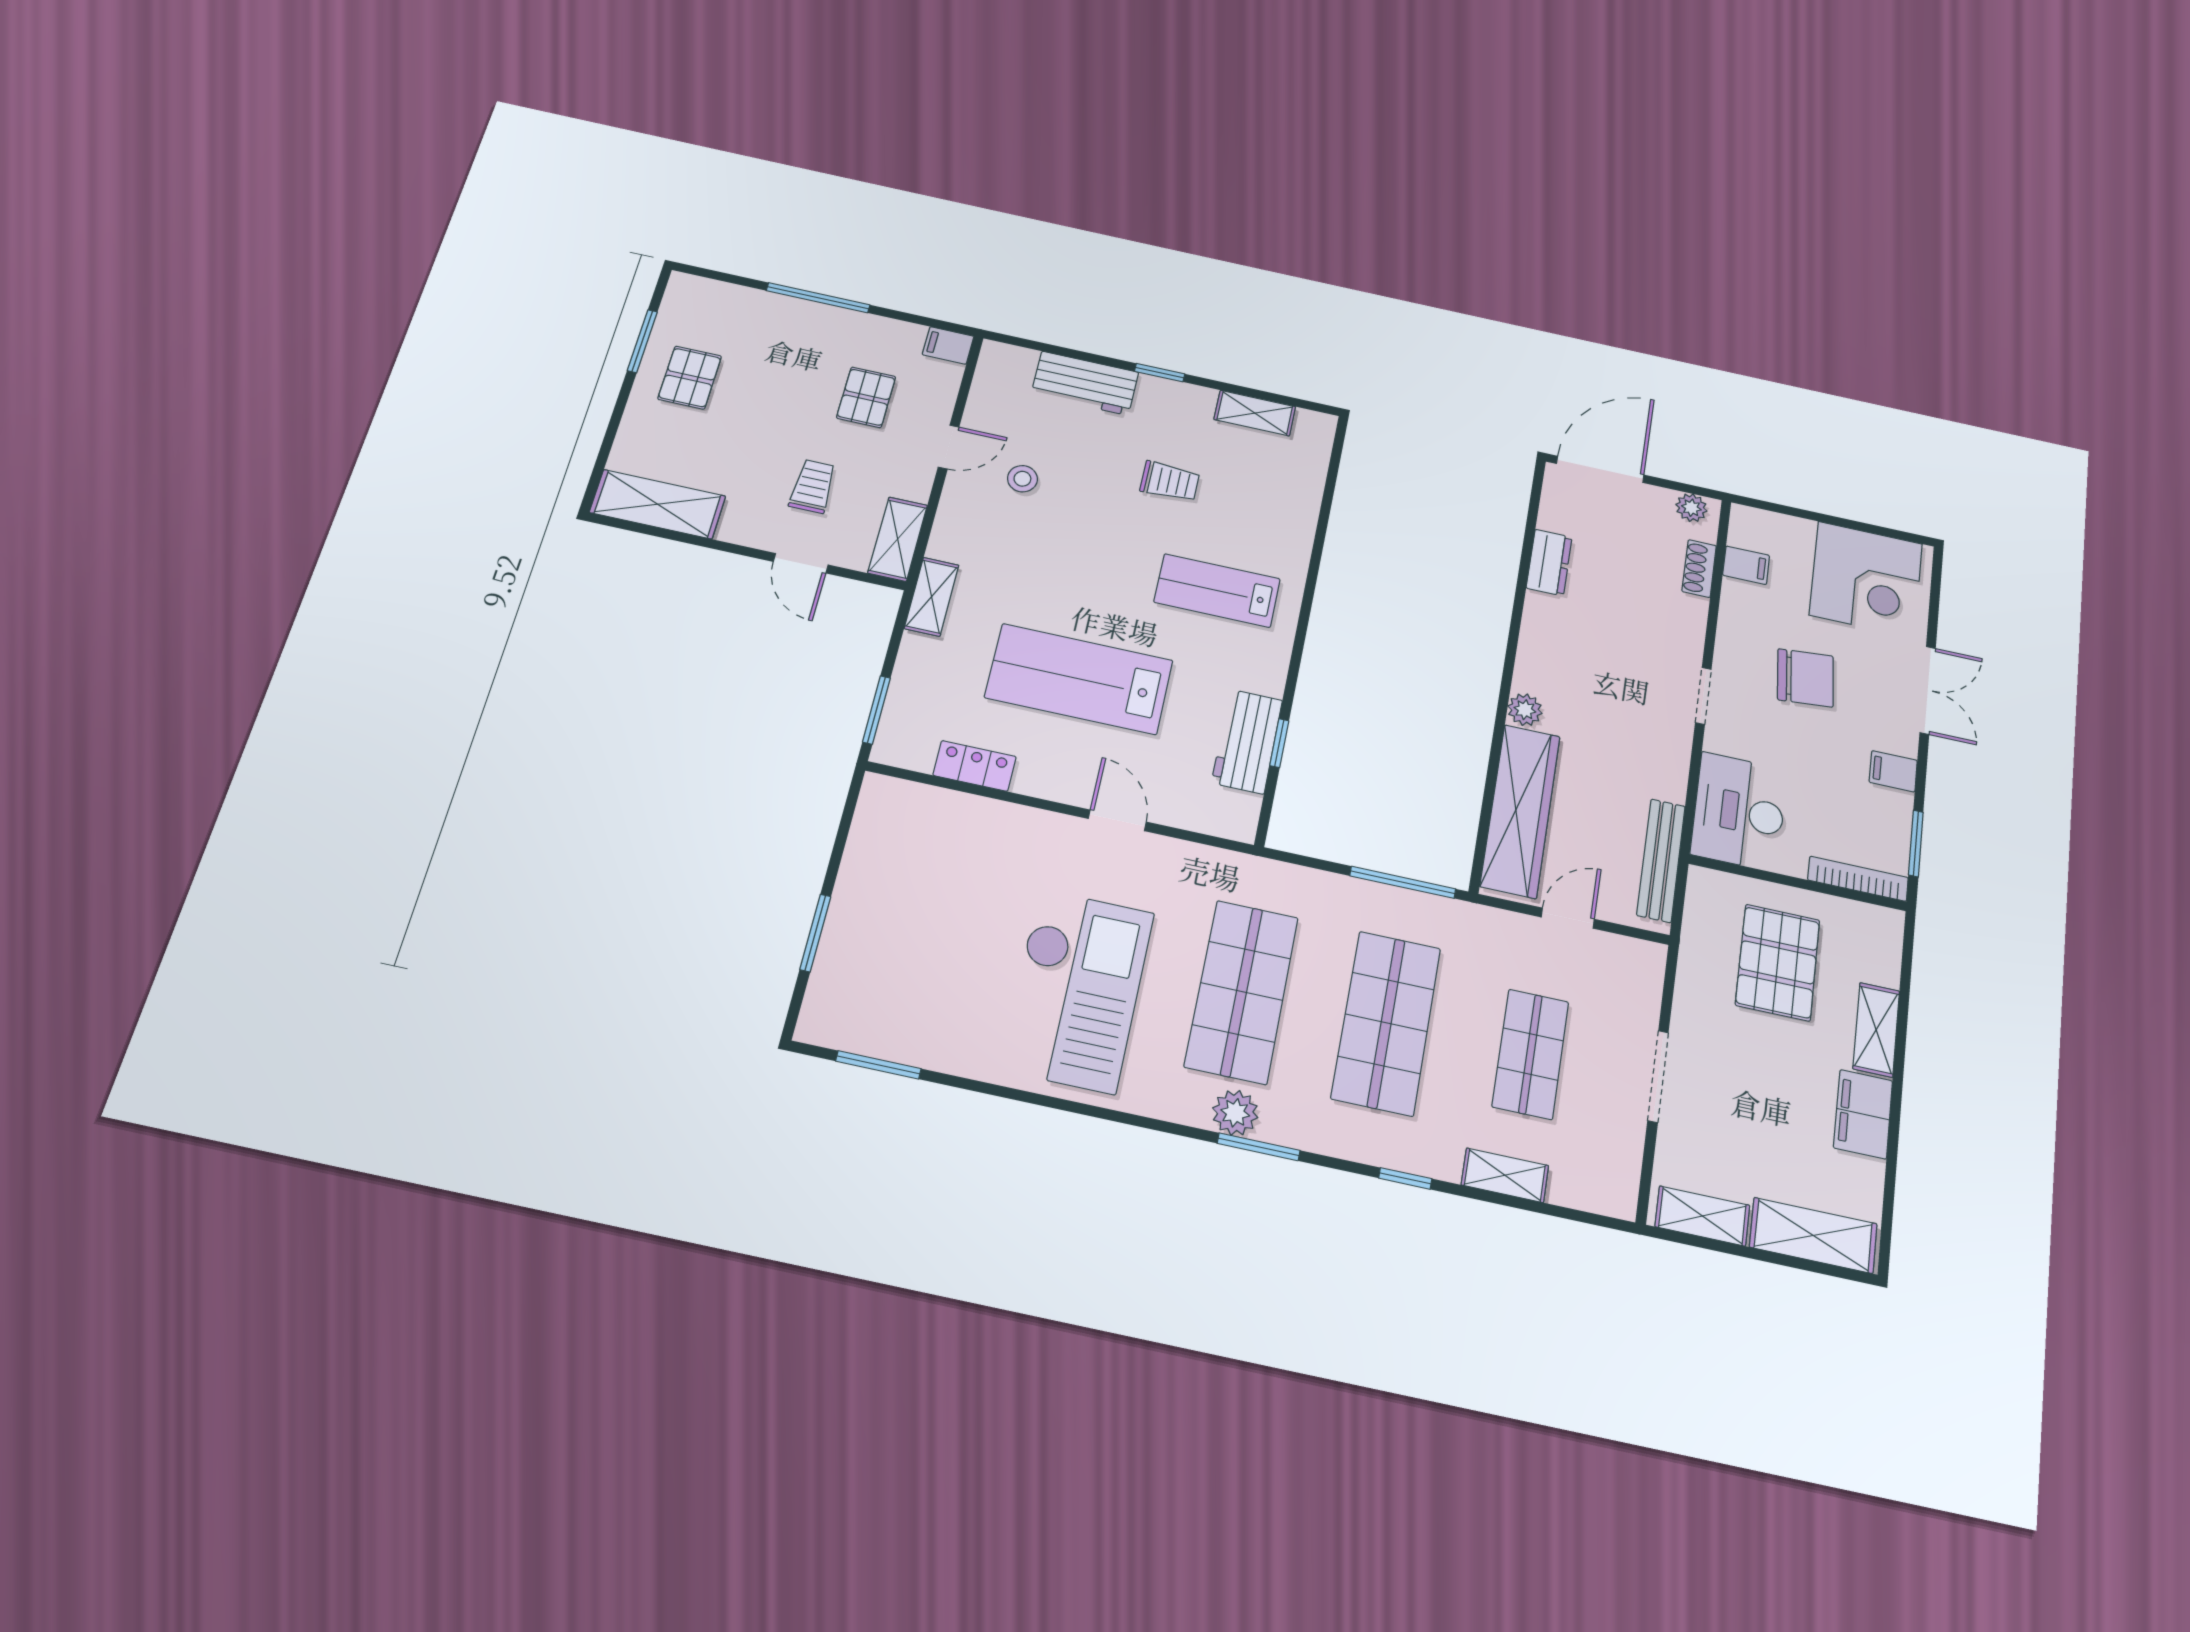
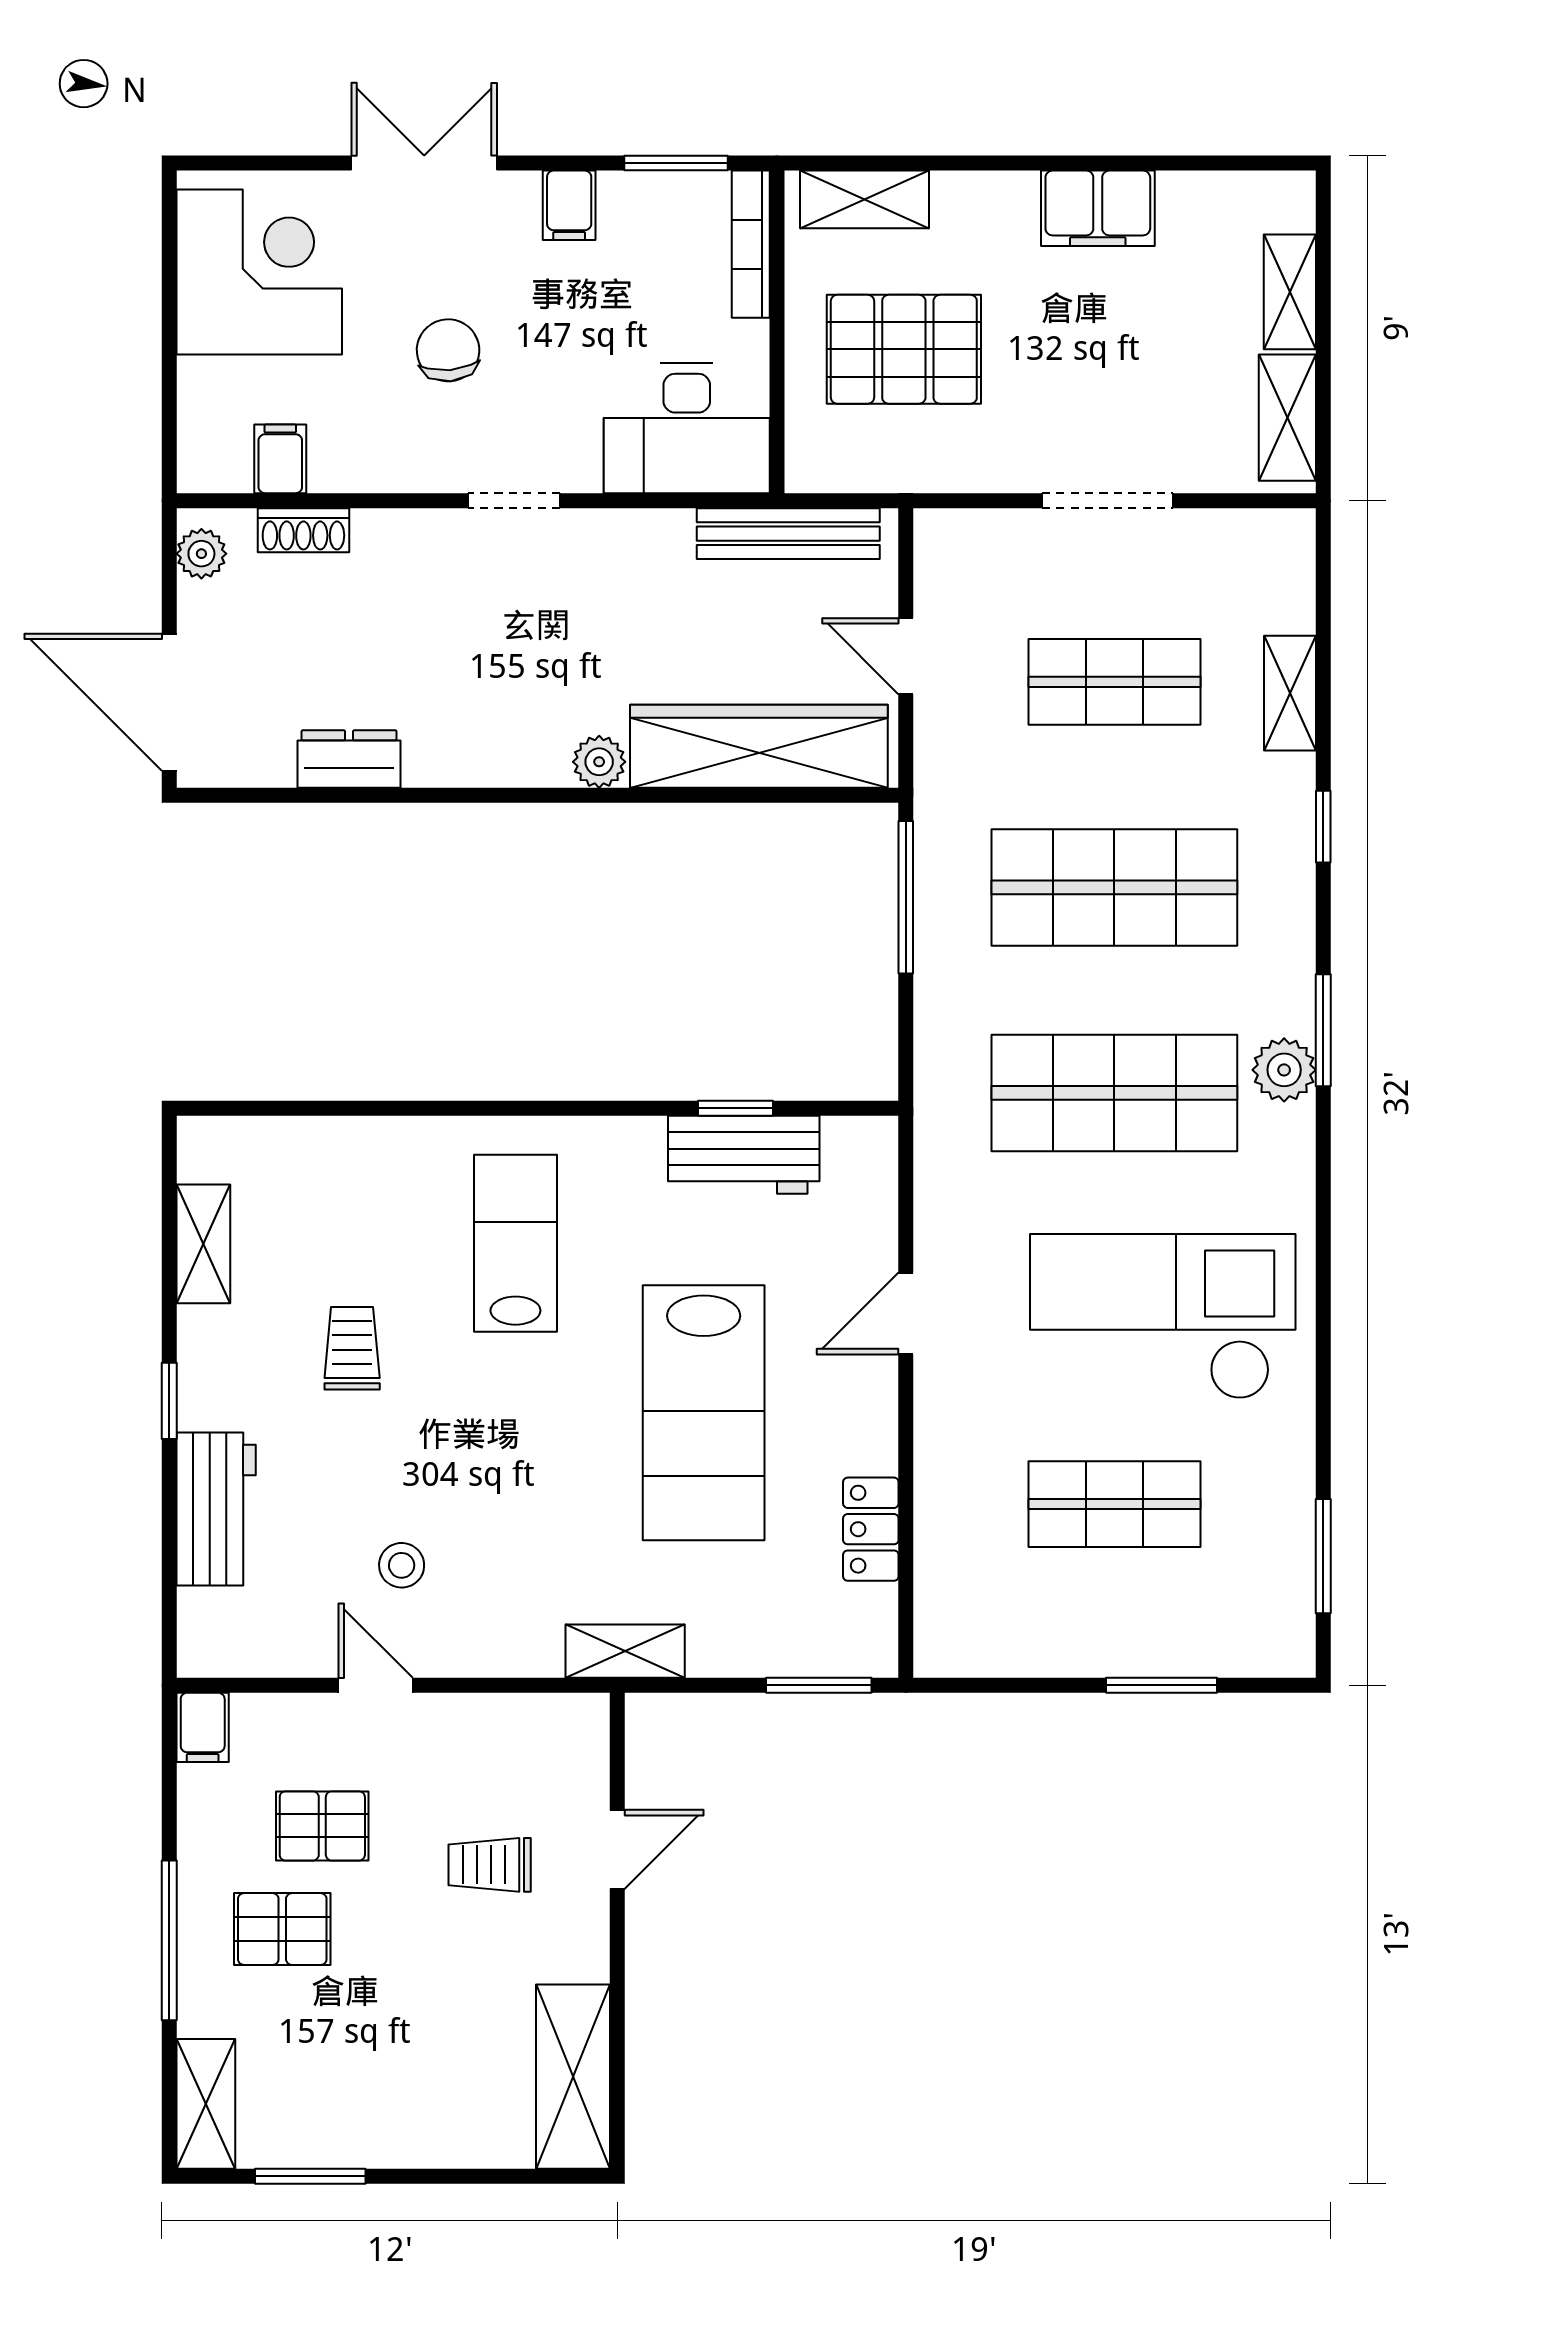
pallet: (690, 378) -> (282, 1929), moved
shelving: (898, 539) -> (206, 2104), moved, turned 90
lab bench: (1217, 591) -> (515, 1243), turned 180
chair: (1805, 678) -> (448, 350), width x0.73, depth x0.73
shop shelf: (952, 929) -> (1114, 1504), added
shelving: (1876, 1030) -> (865, 199), moved
shelving: (1813, 1235) -> (1290, 292), width x0.67, depth x0.75

